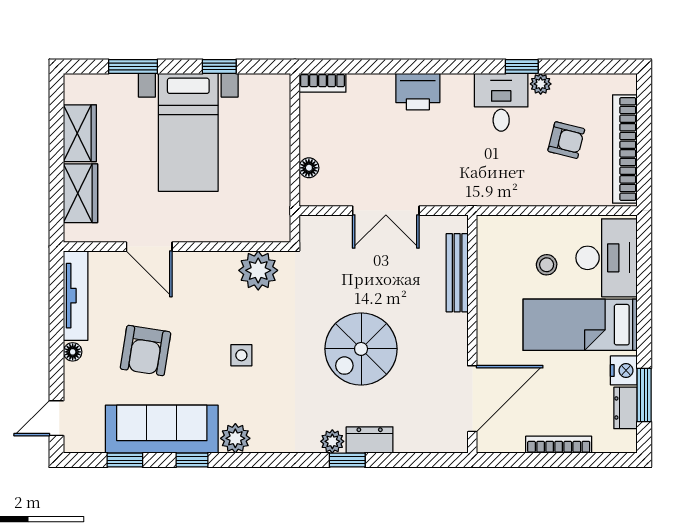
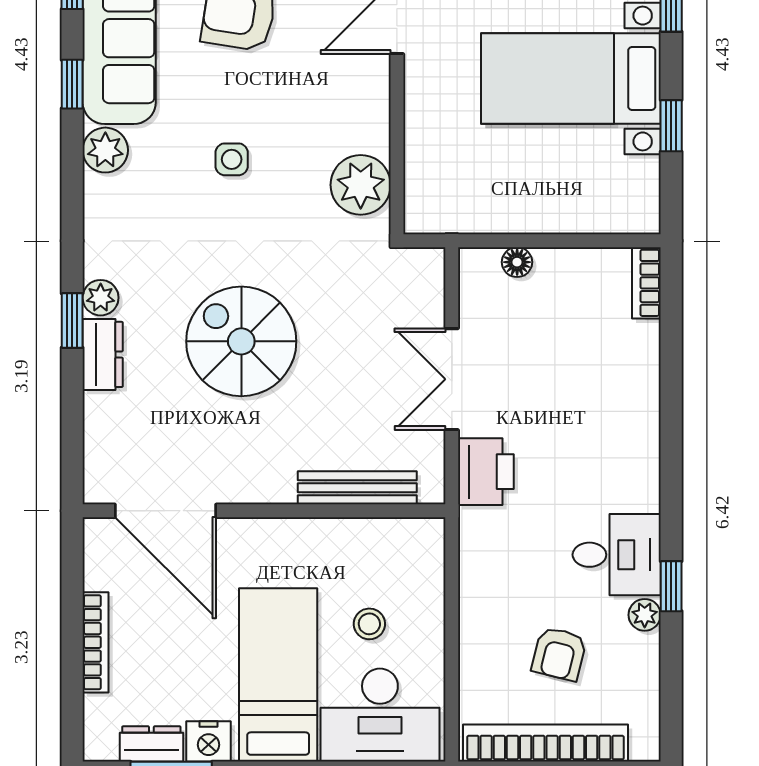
printer: (418, 92) -> (486, 472), moved, turned 180

